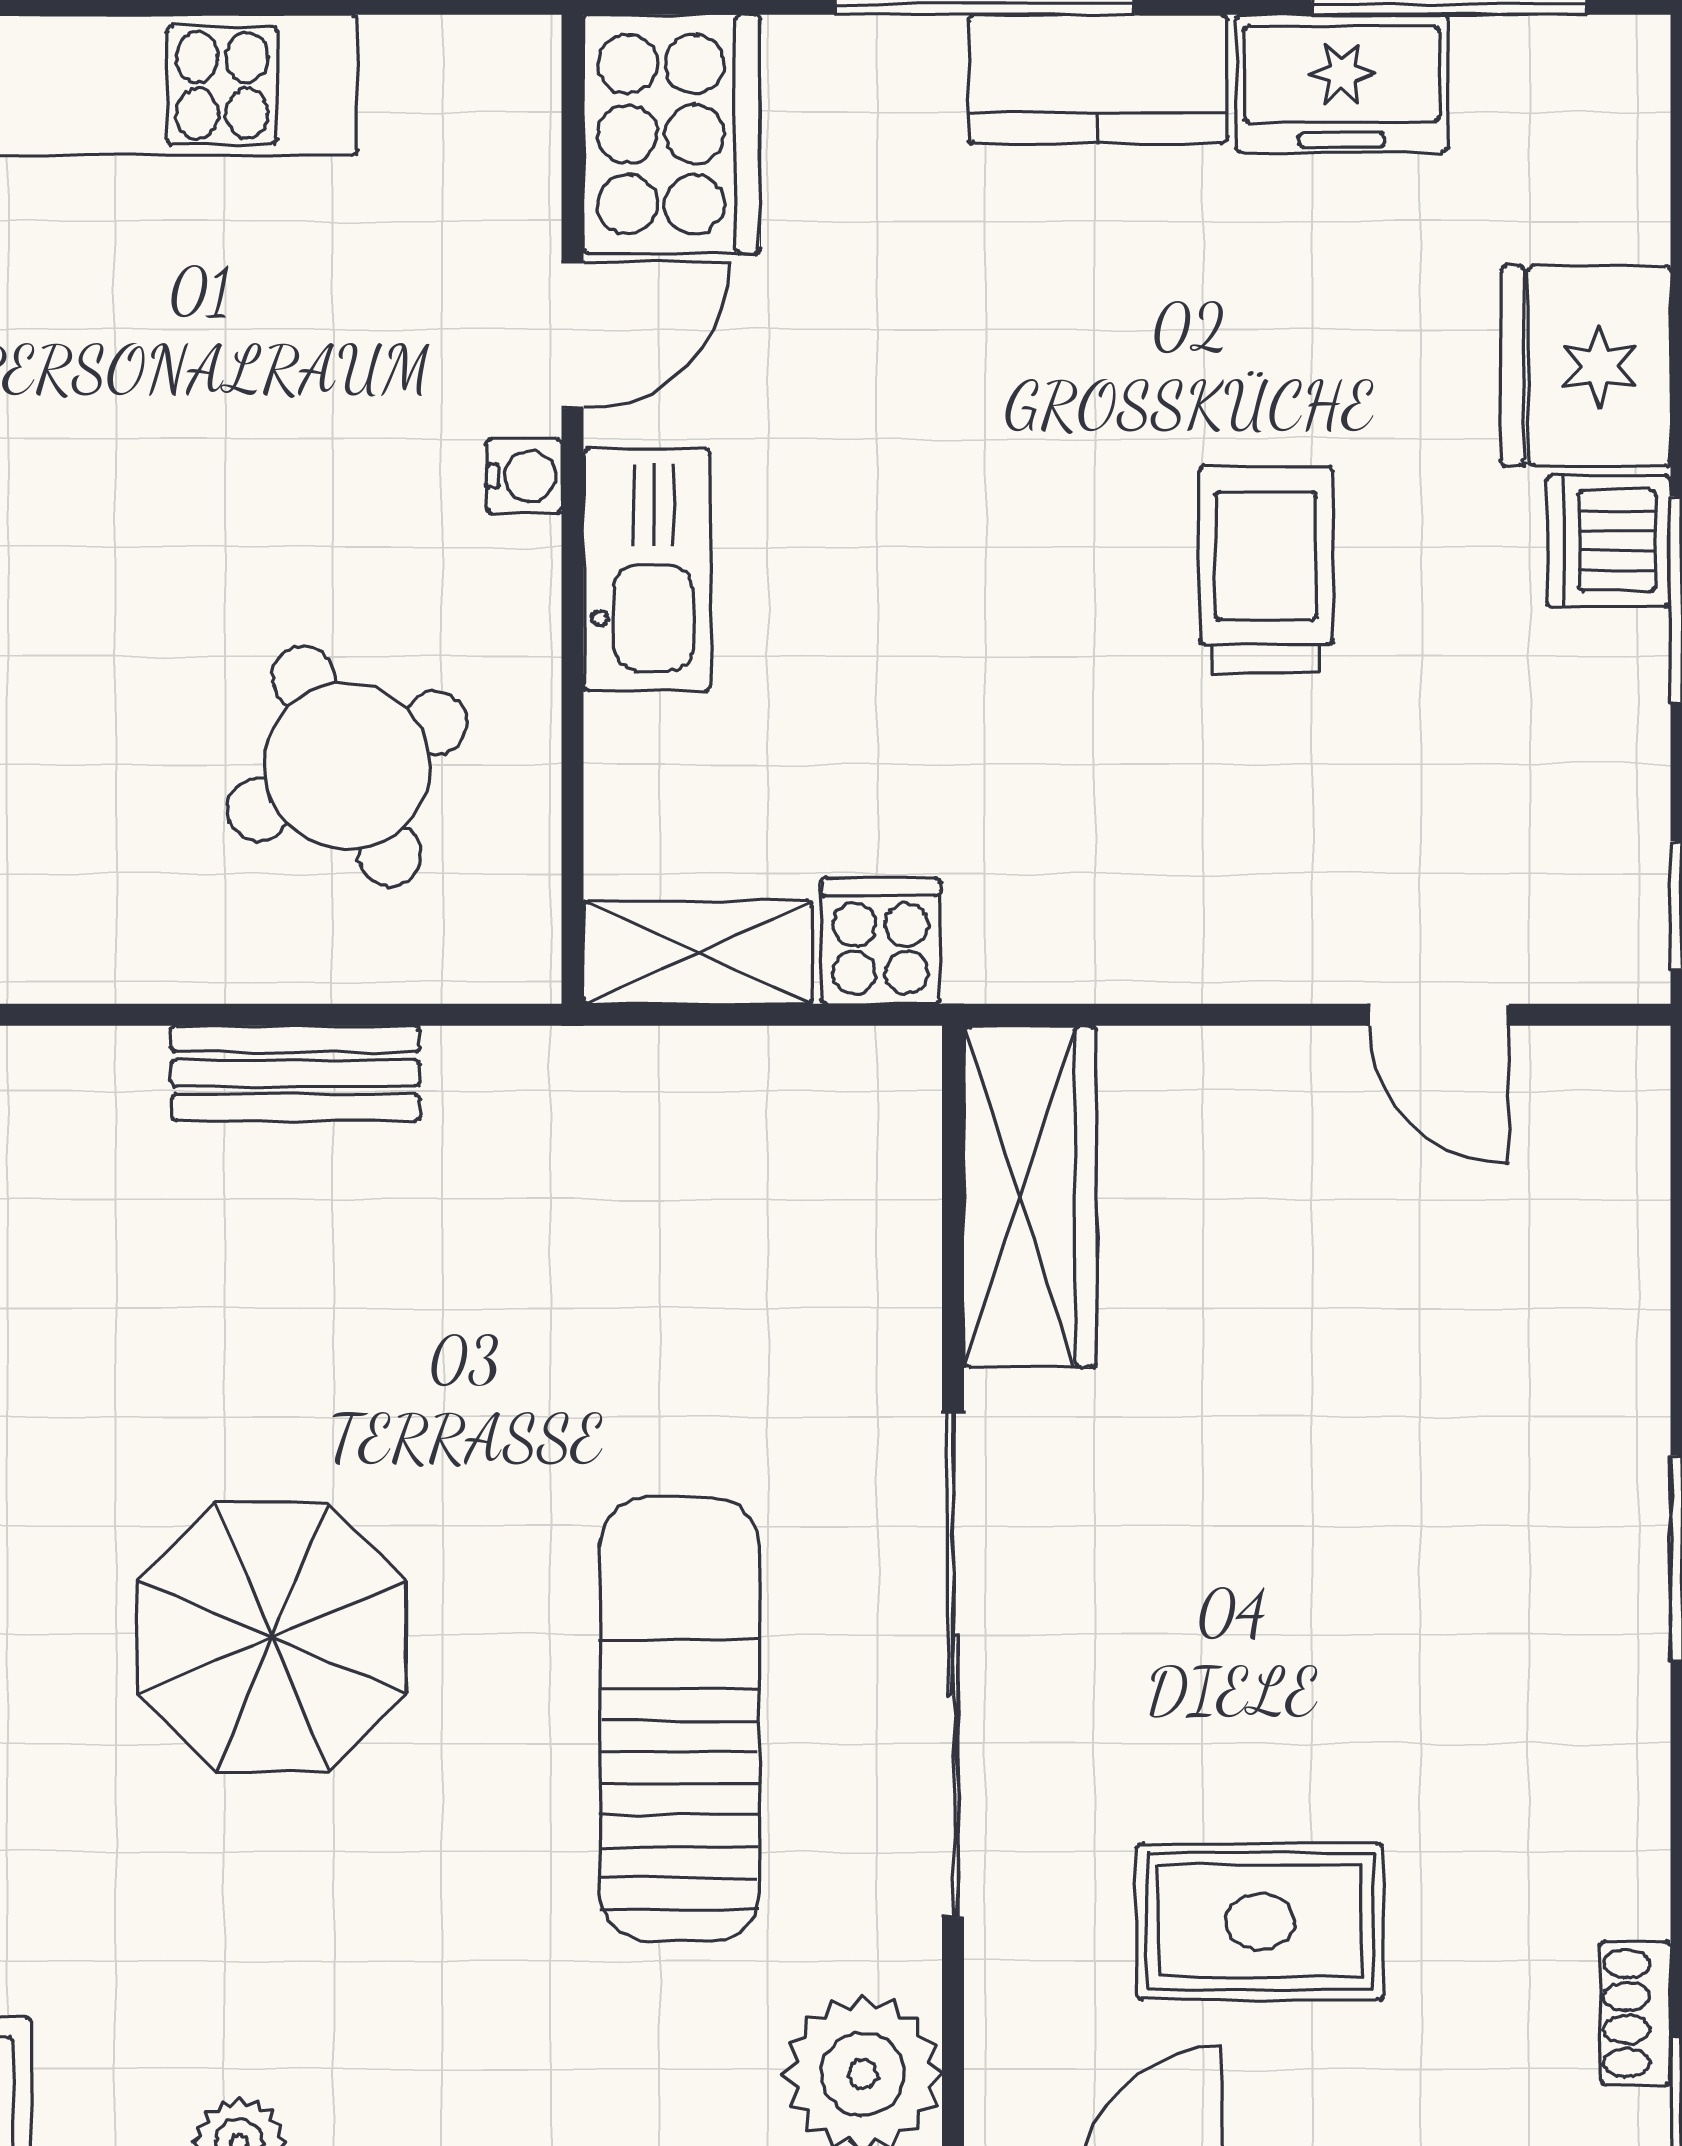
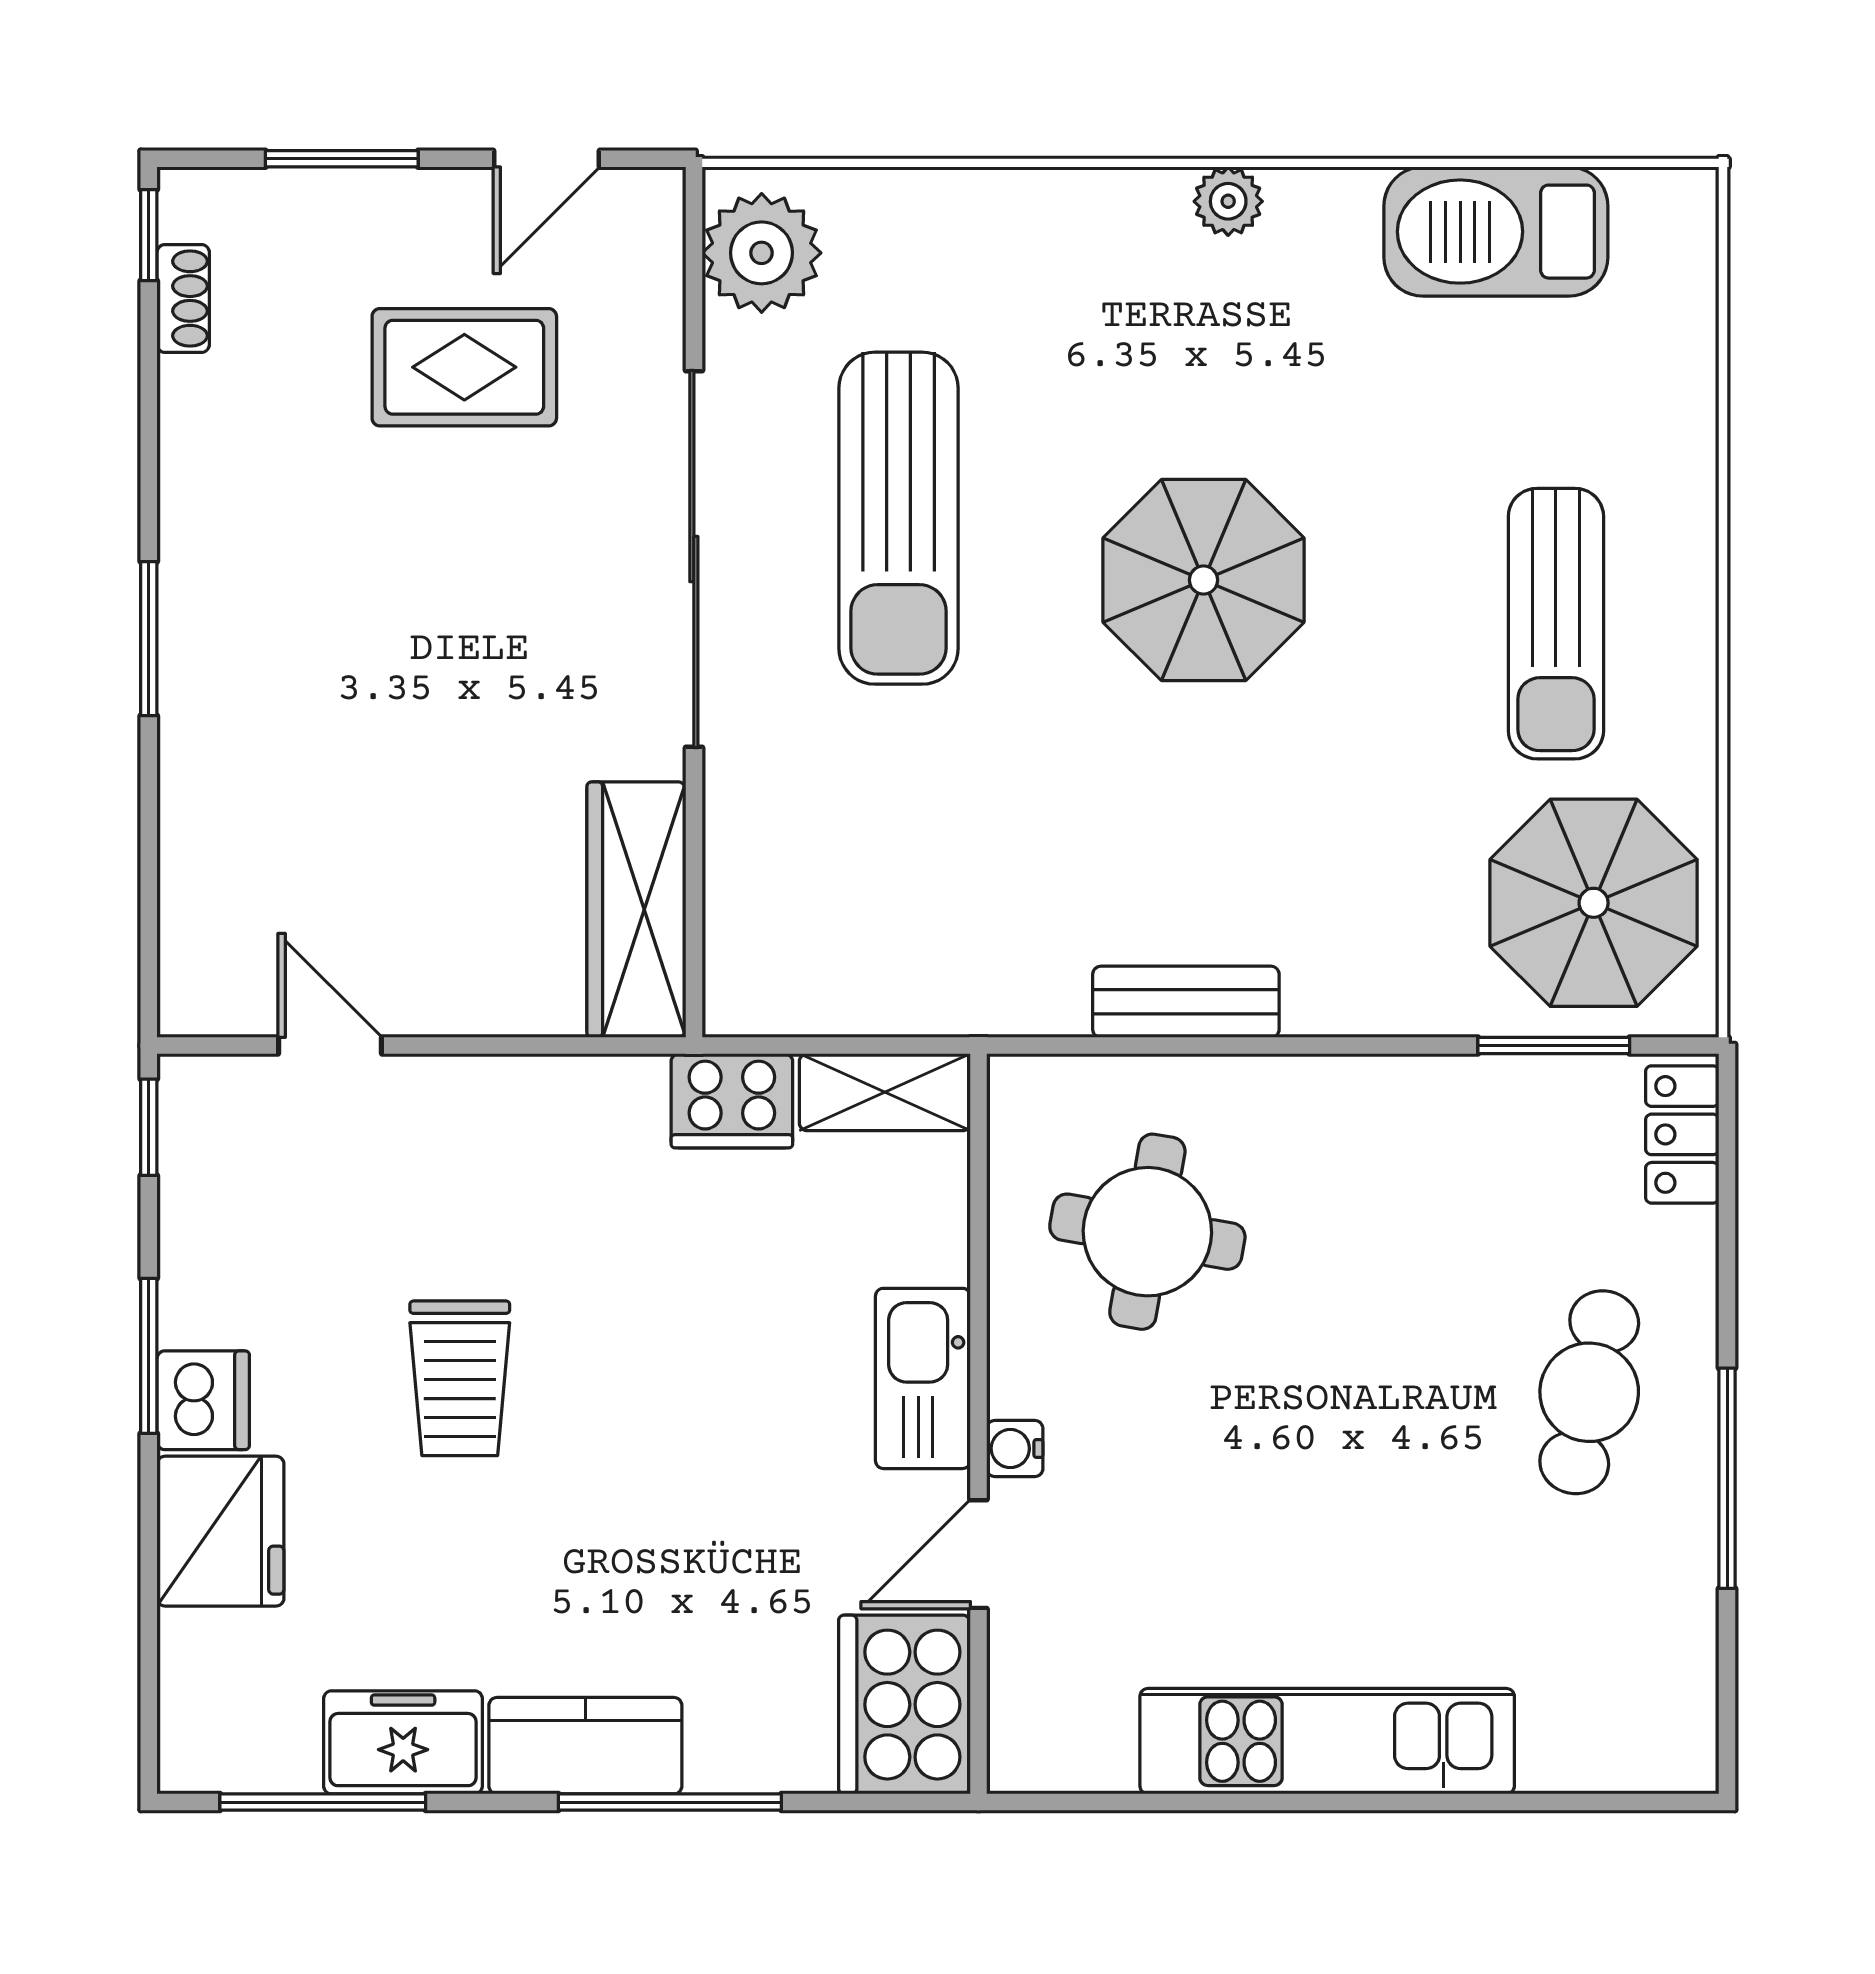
round table: (347, 766) -> (1147, 1232), turned 36
cooker: (881, 941) -> (732, 1101), width x1.36

